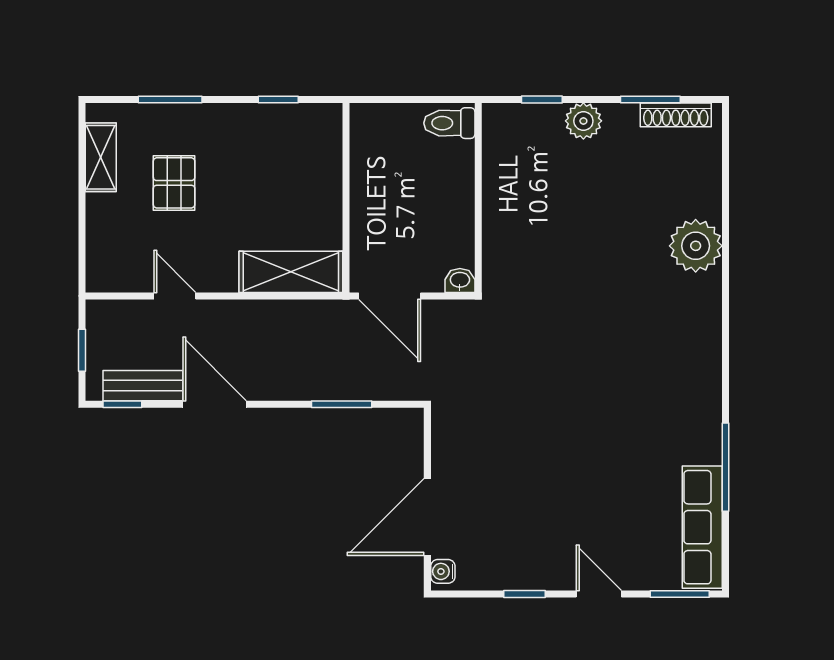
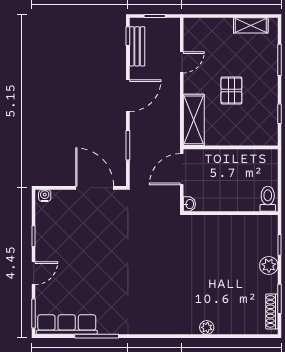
pallet: (174, 183) -> (231, 90), moved, turned 90
plant: (696, 246) -> (207, 327), width x0.53, depth x0.53
door: (215, 404) -> (128, 96), moved
door: (427, 517) -> (95, 188), moved

